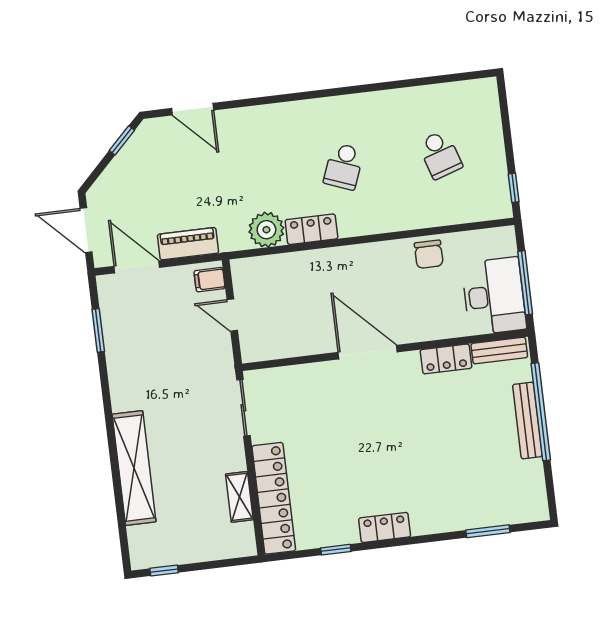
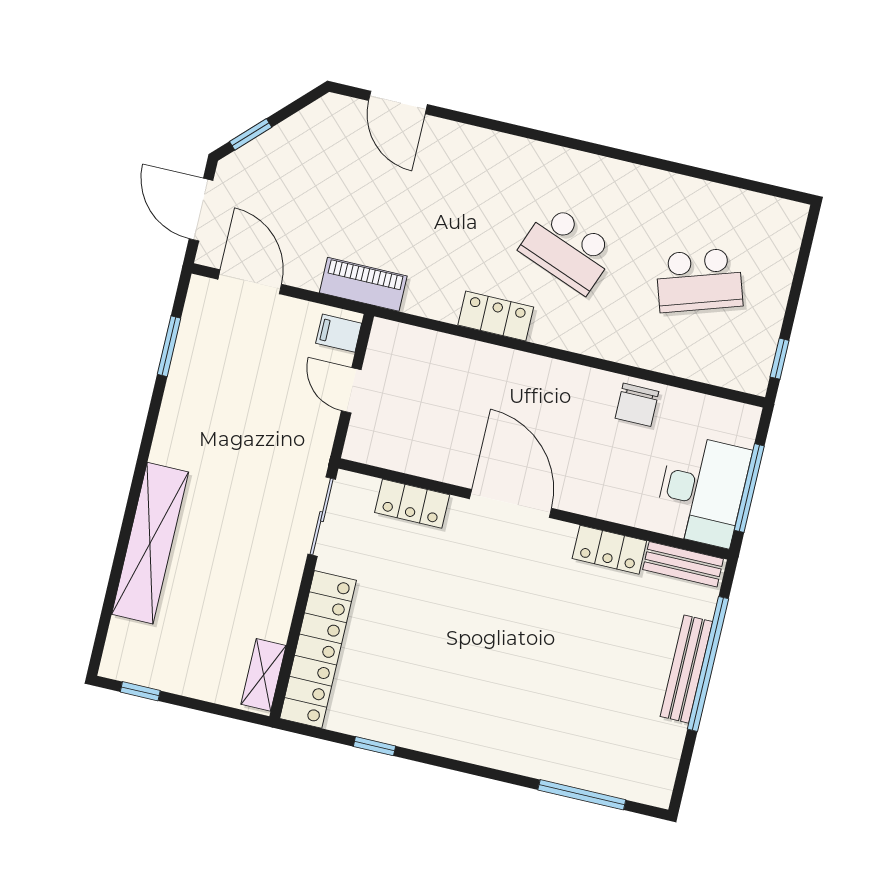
window: (122, 140) -> (251, 134), moved
school desk: (440, 155) -> (699, 280), width x1.85
school desk: (344, 166) -> (568, 249), width x1.85
plant: (266, 230) -> (437, 295), removed
piano: (188, 244) -> (363, 284), moved
shelving: (239, 497) -> (264, 675), moved
locker: (385, 527) -> (412, 504), moved, turned 180
window: (488, 531) -> (582, 795), width x1.44

